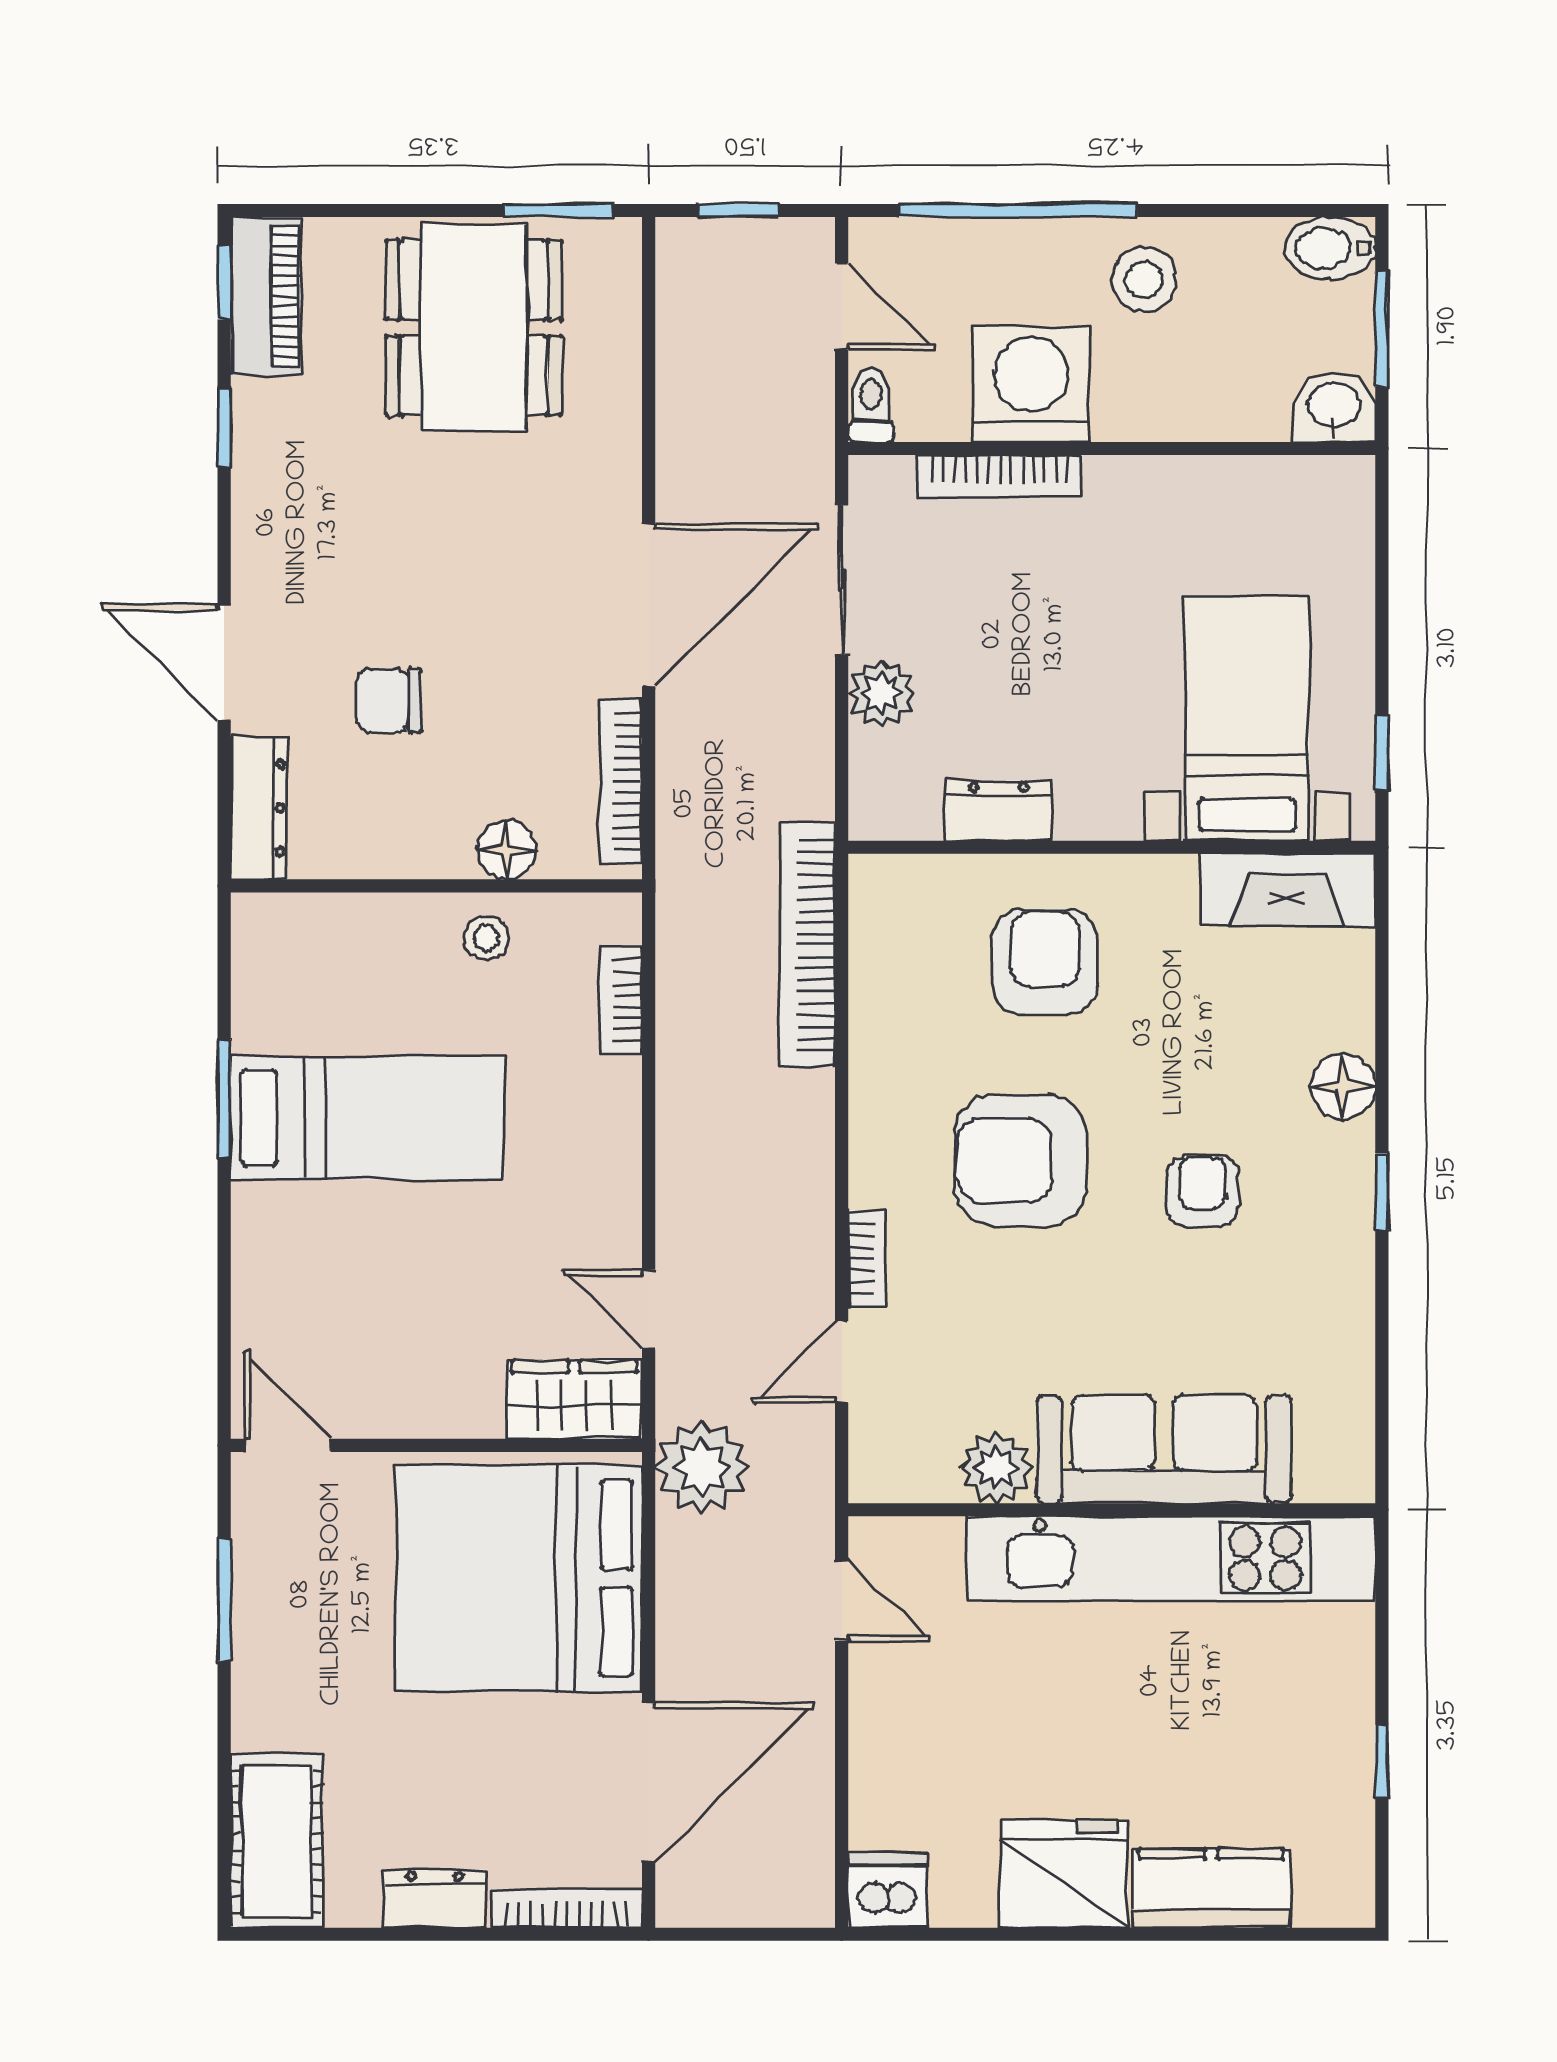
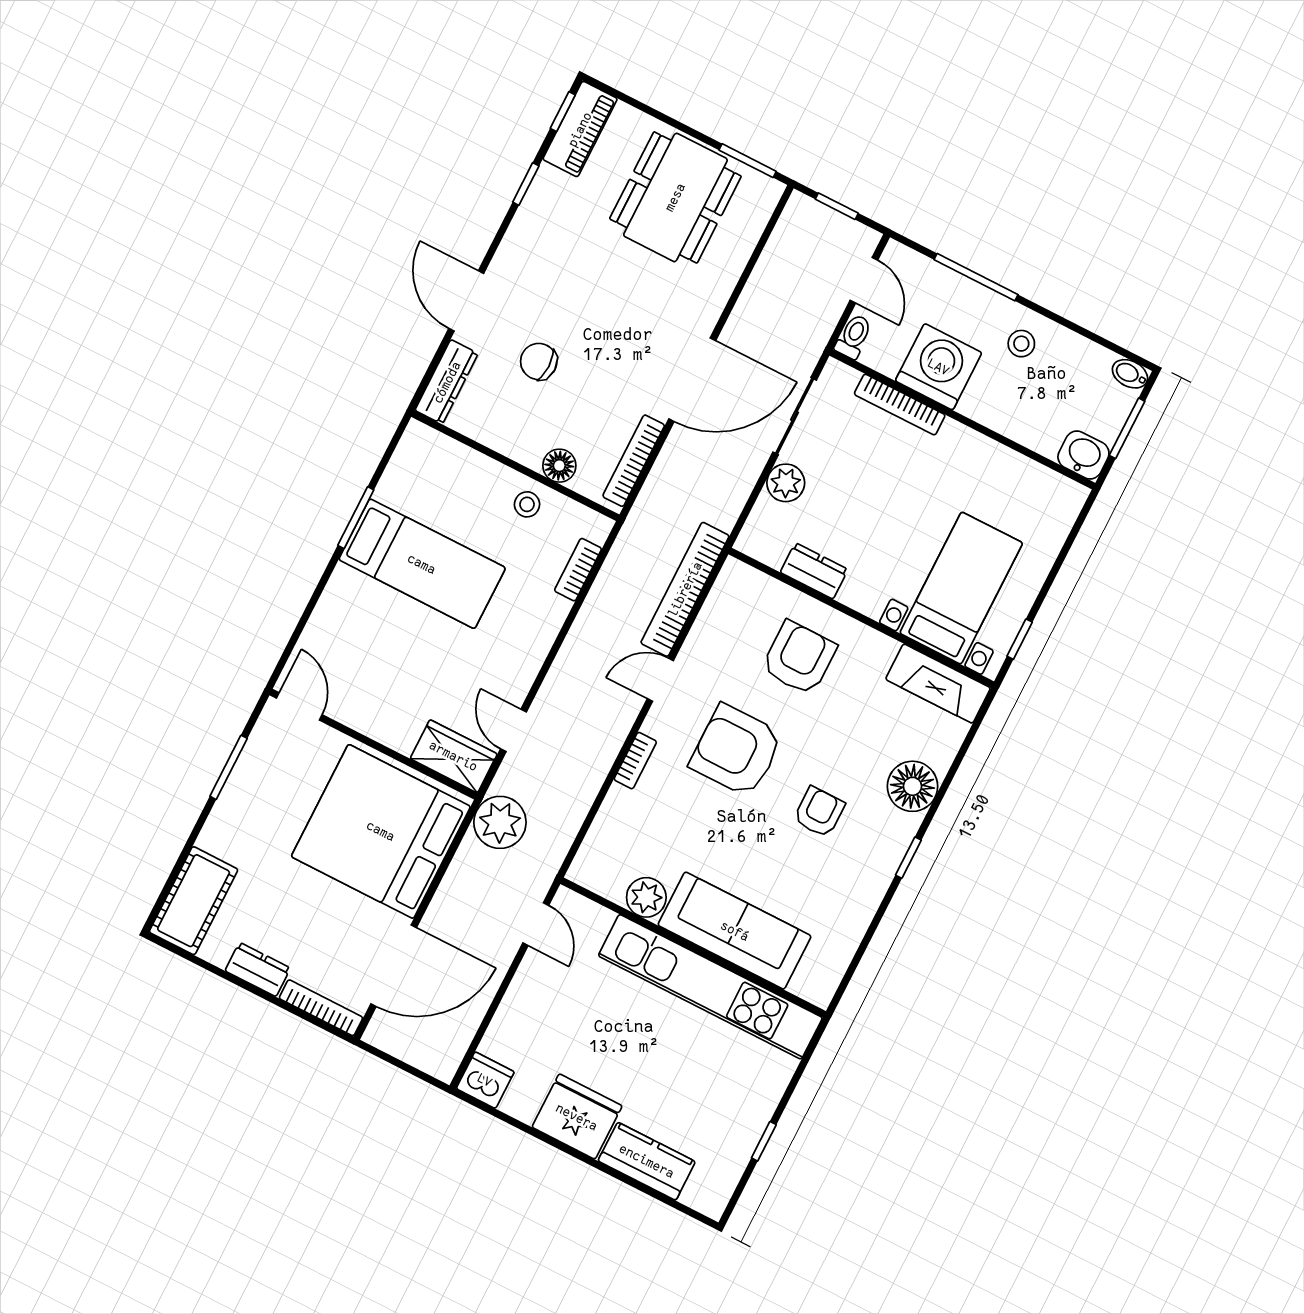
window: (1018, 210) -> (976, 277), width x0.68
bidet: (1330, 248) -> (1130, 374), width x0.72, depth x0.74
stool: (1144, 280) -> (1021, 344), width x0.73, depth x0.73
floor lamp: (1343, 1087) -> (912, 786), width x1.38, depth x1.38
door: (842, 1362) -> (660, 680), moved

